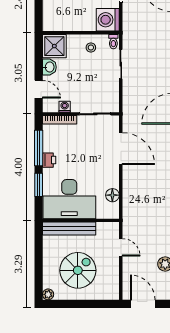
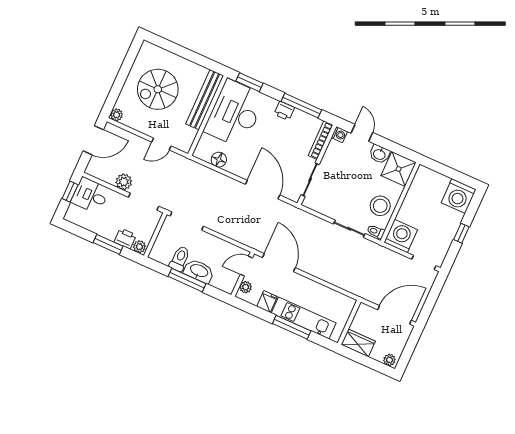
stool: (91, 48) -> (380, 206), width x1.89, depth x1.89
door: (39, 89) -> (362, 133), swing flipped
washing machine: (65, 107) -> (339, 135), moved
door: (121, 149) -> (263, 190), swing flipped
window: (39, 185) -> (250, 82), moved
spiral stairs: (78, 270) -> (158, 89), turned 90
plant: (48, 294) -> (116, 115), moved

